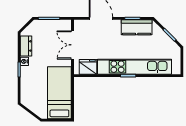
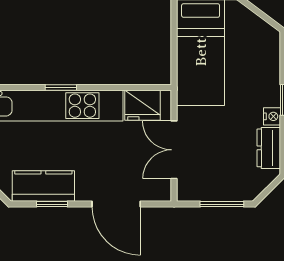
double door: (72, 45) -> (174, 150), swing flipped

